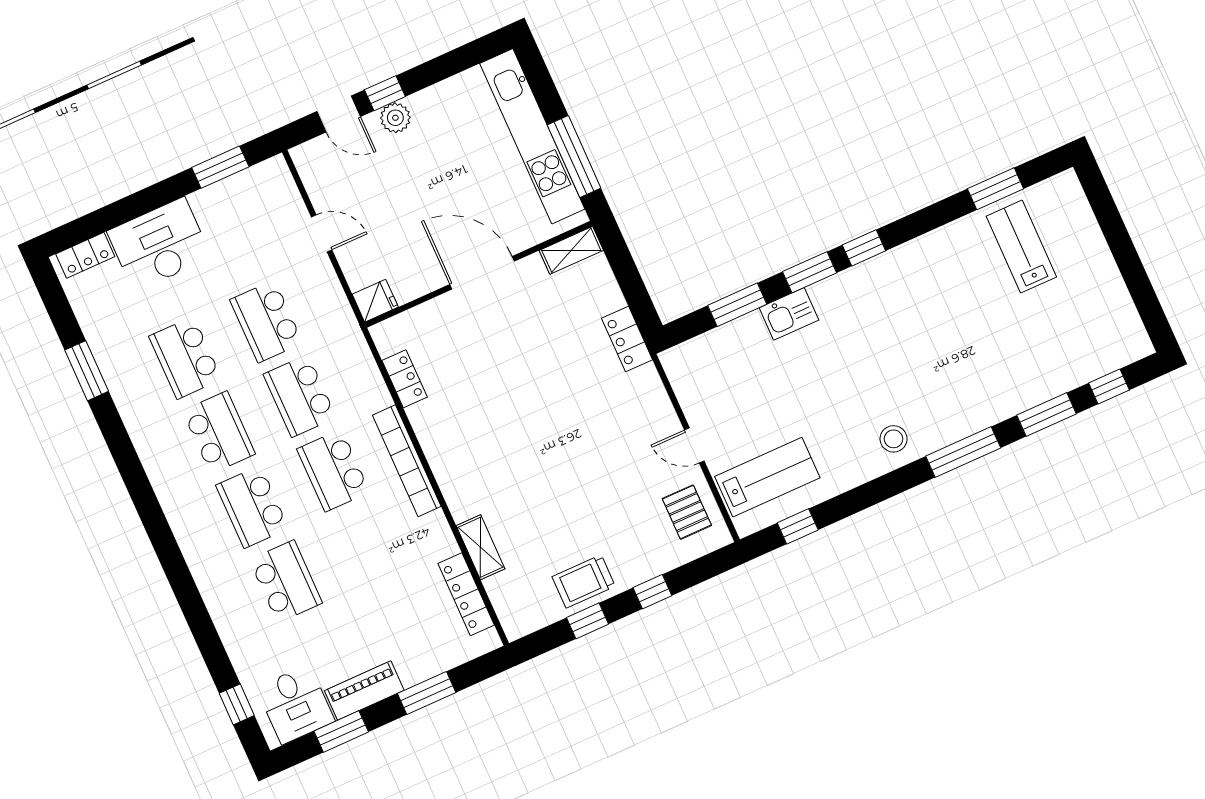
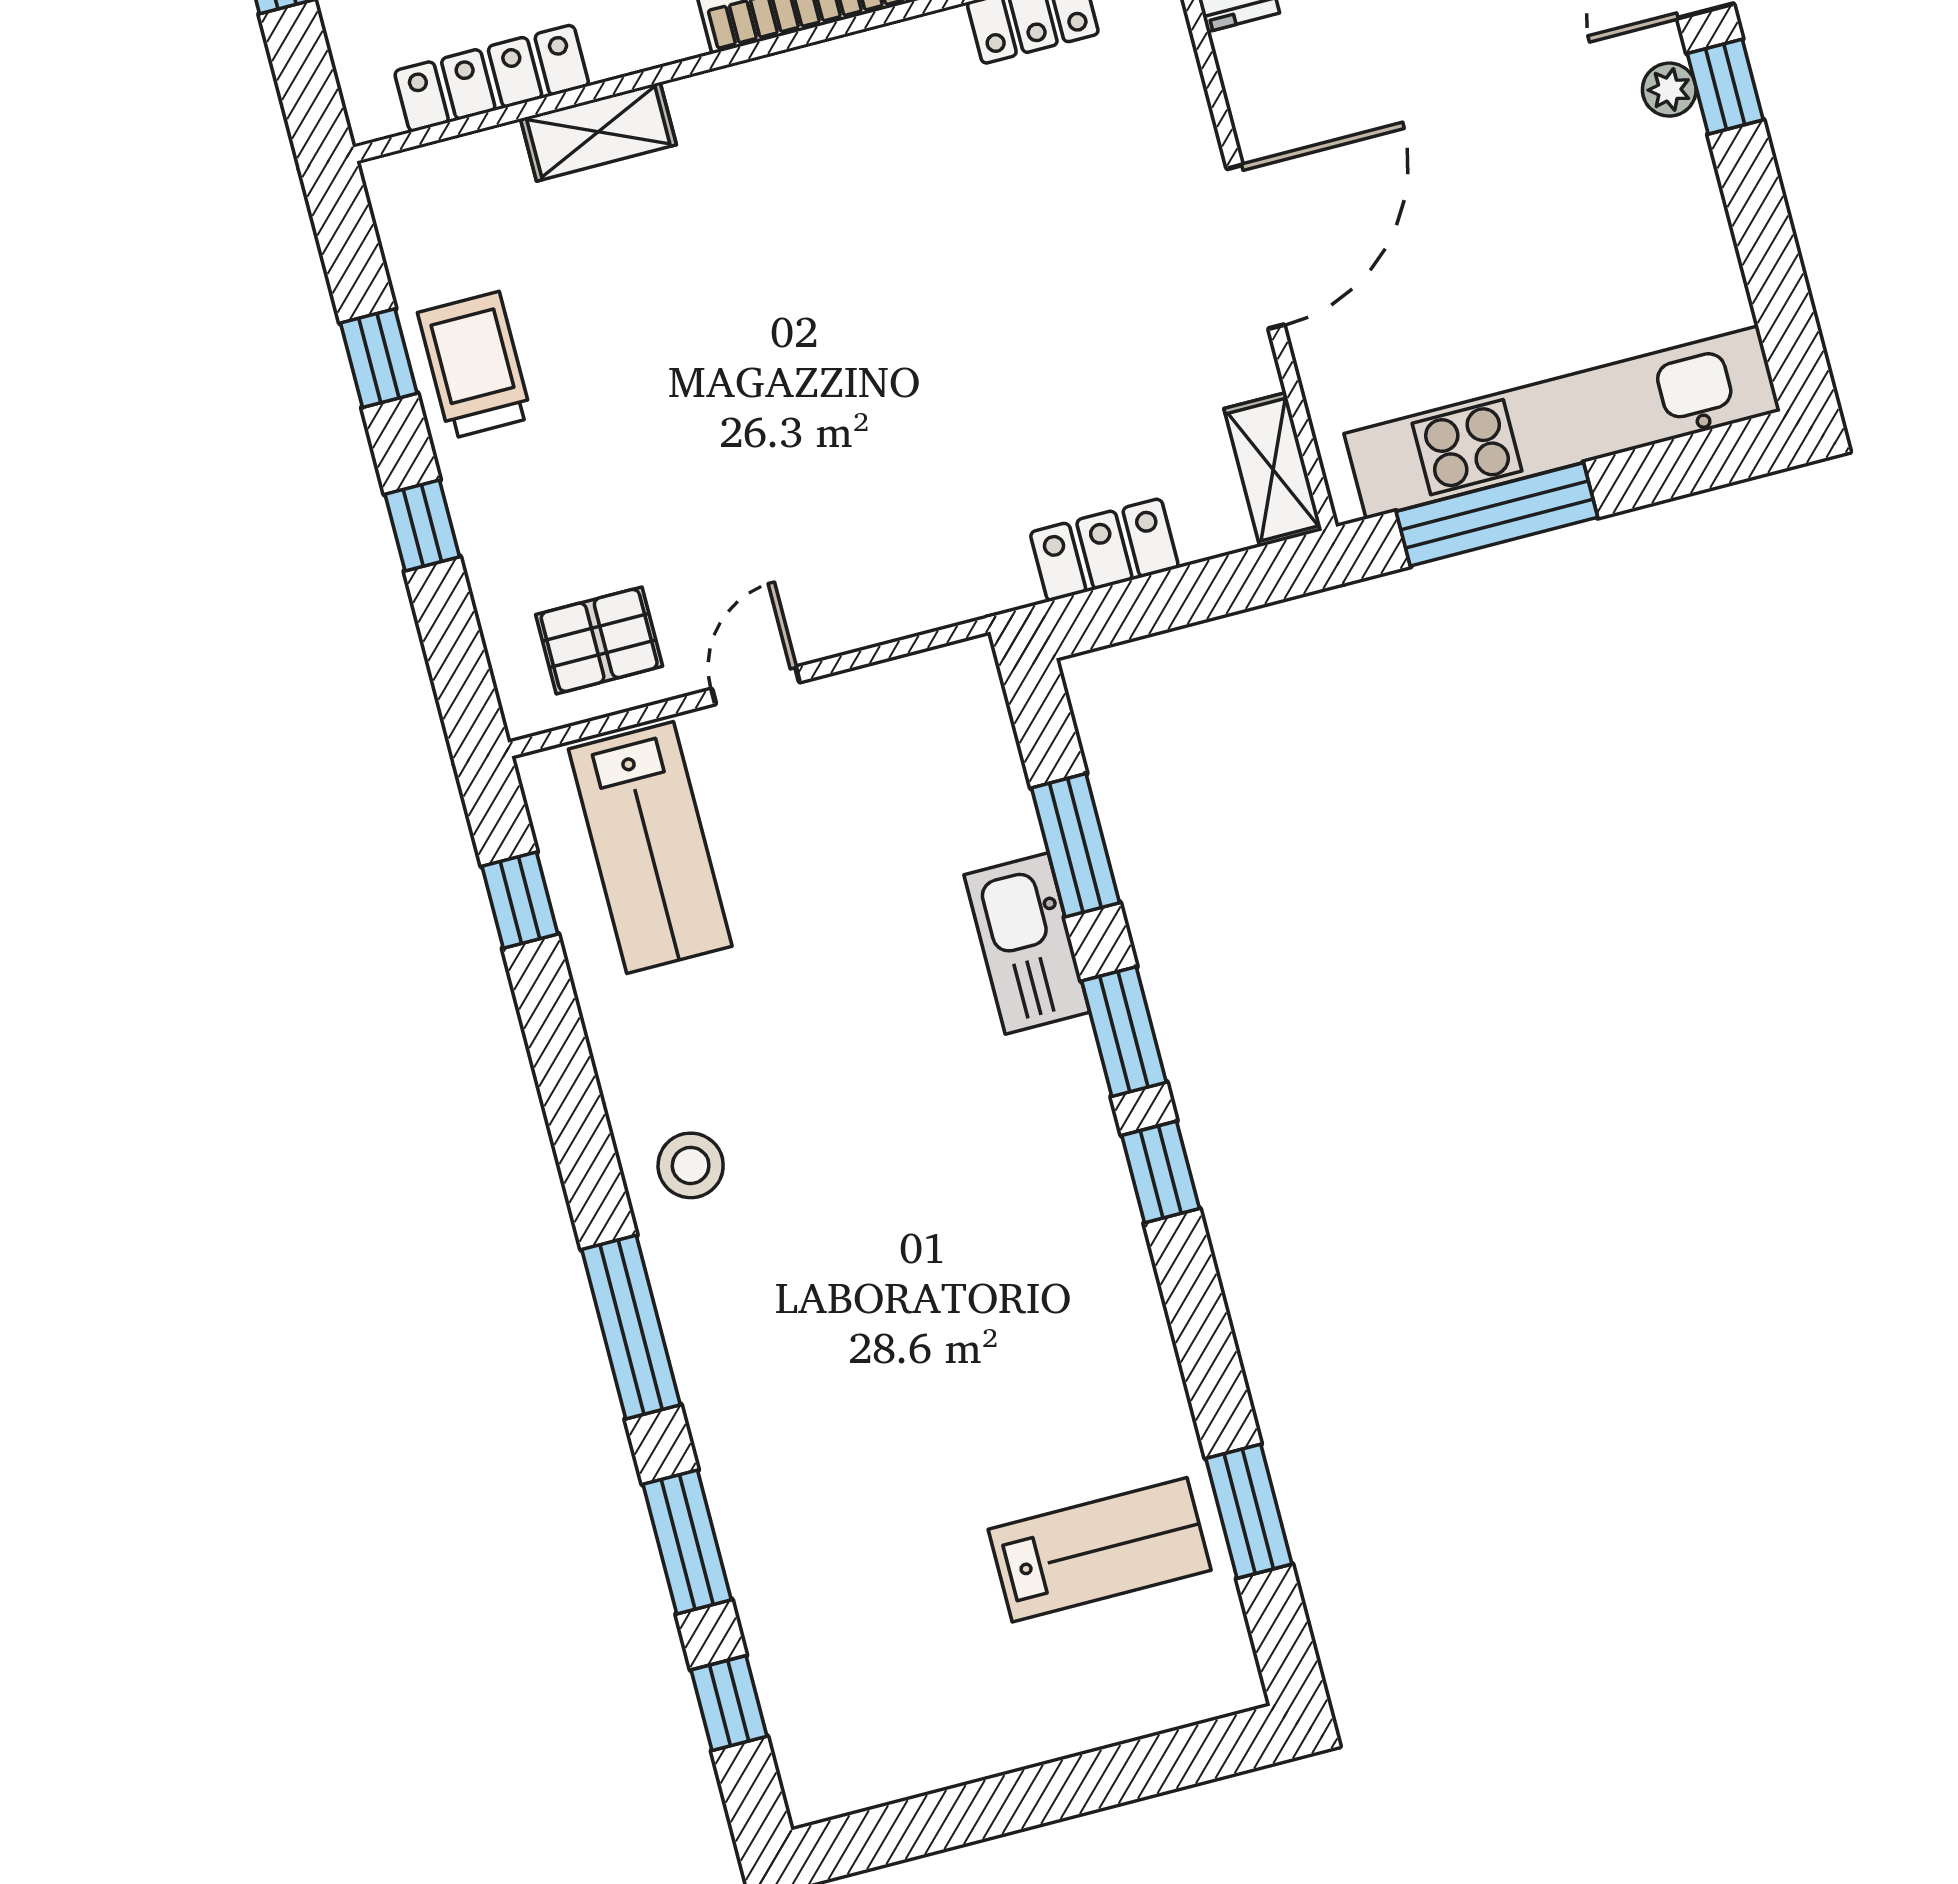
plant: (395, 118) -> (1669, 90), width x0.73, depth x0.73
kitchen sink: (789, 314) -> (1027, 943), width x1.38
locker: (627, 339) -> (1104, 550), moved

